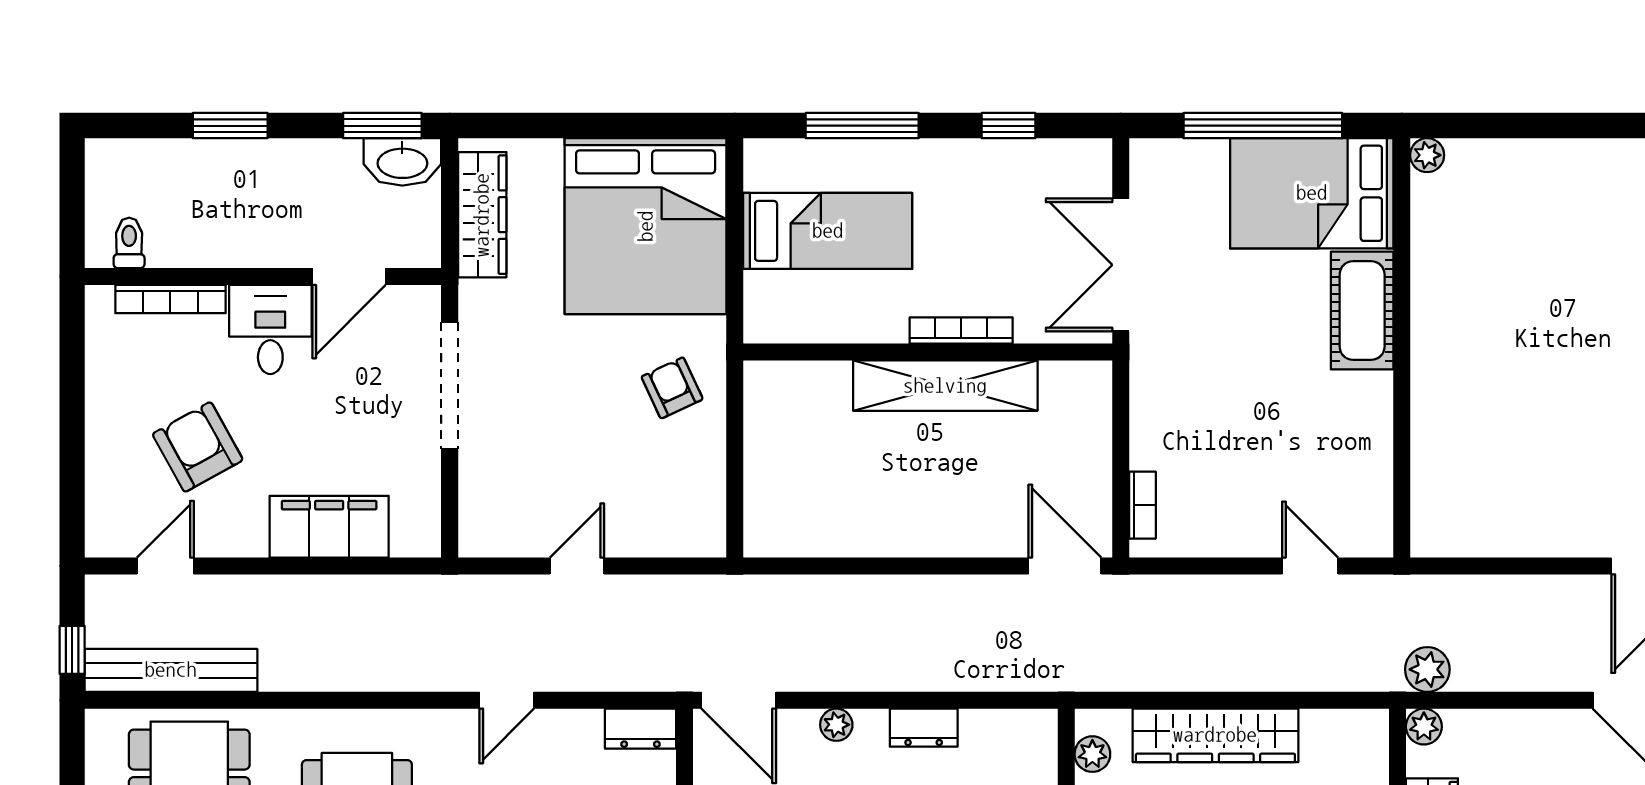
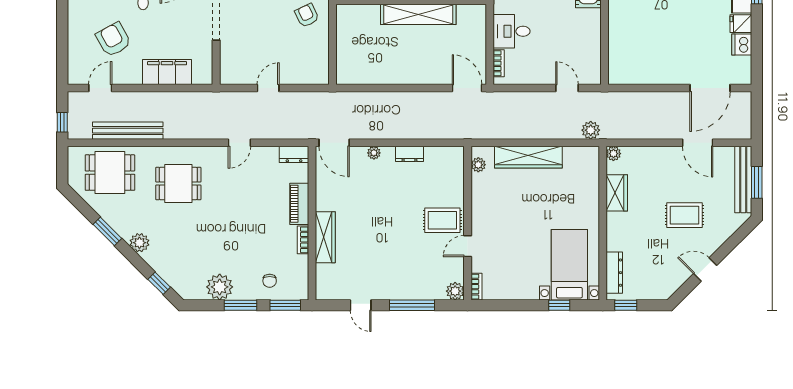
desk: (1174, 427) -> (512, 31), added
plant: (1427, 669) -> (591, 130), moved
bench: (171, 670) -> (128, 131), moved

